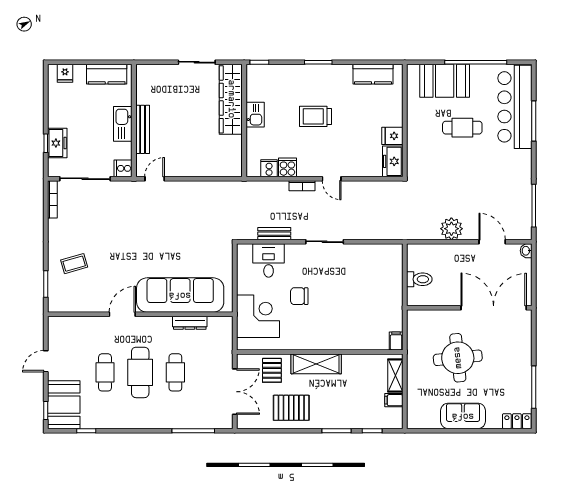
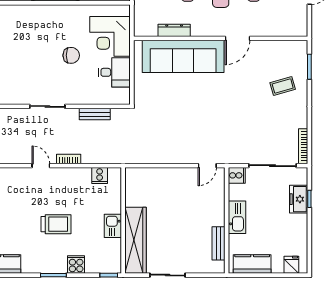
bench: (143, 129) -> (218, 243), moved, width x0.73
cooker: (287, 167) -> (76, 264), moved, turned 180
desk: (269, 260) -> (114, 72), moved, turned -90

